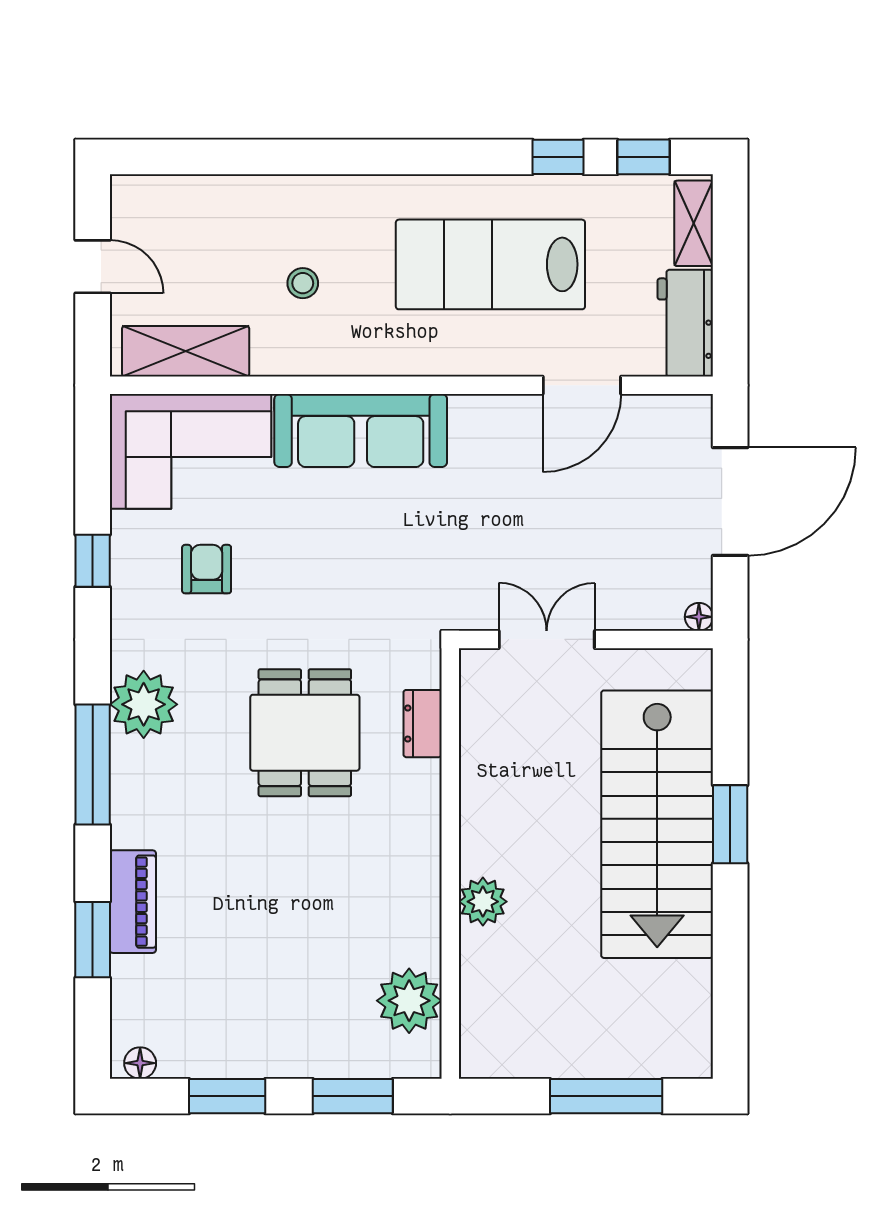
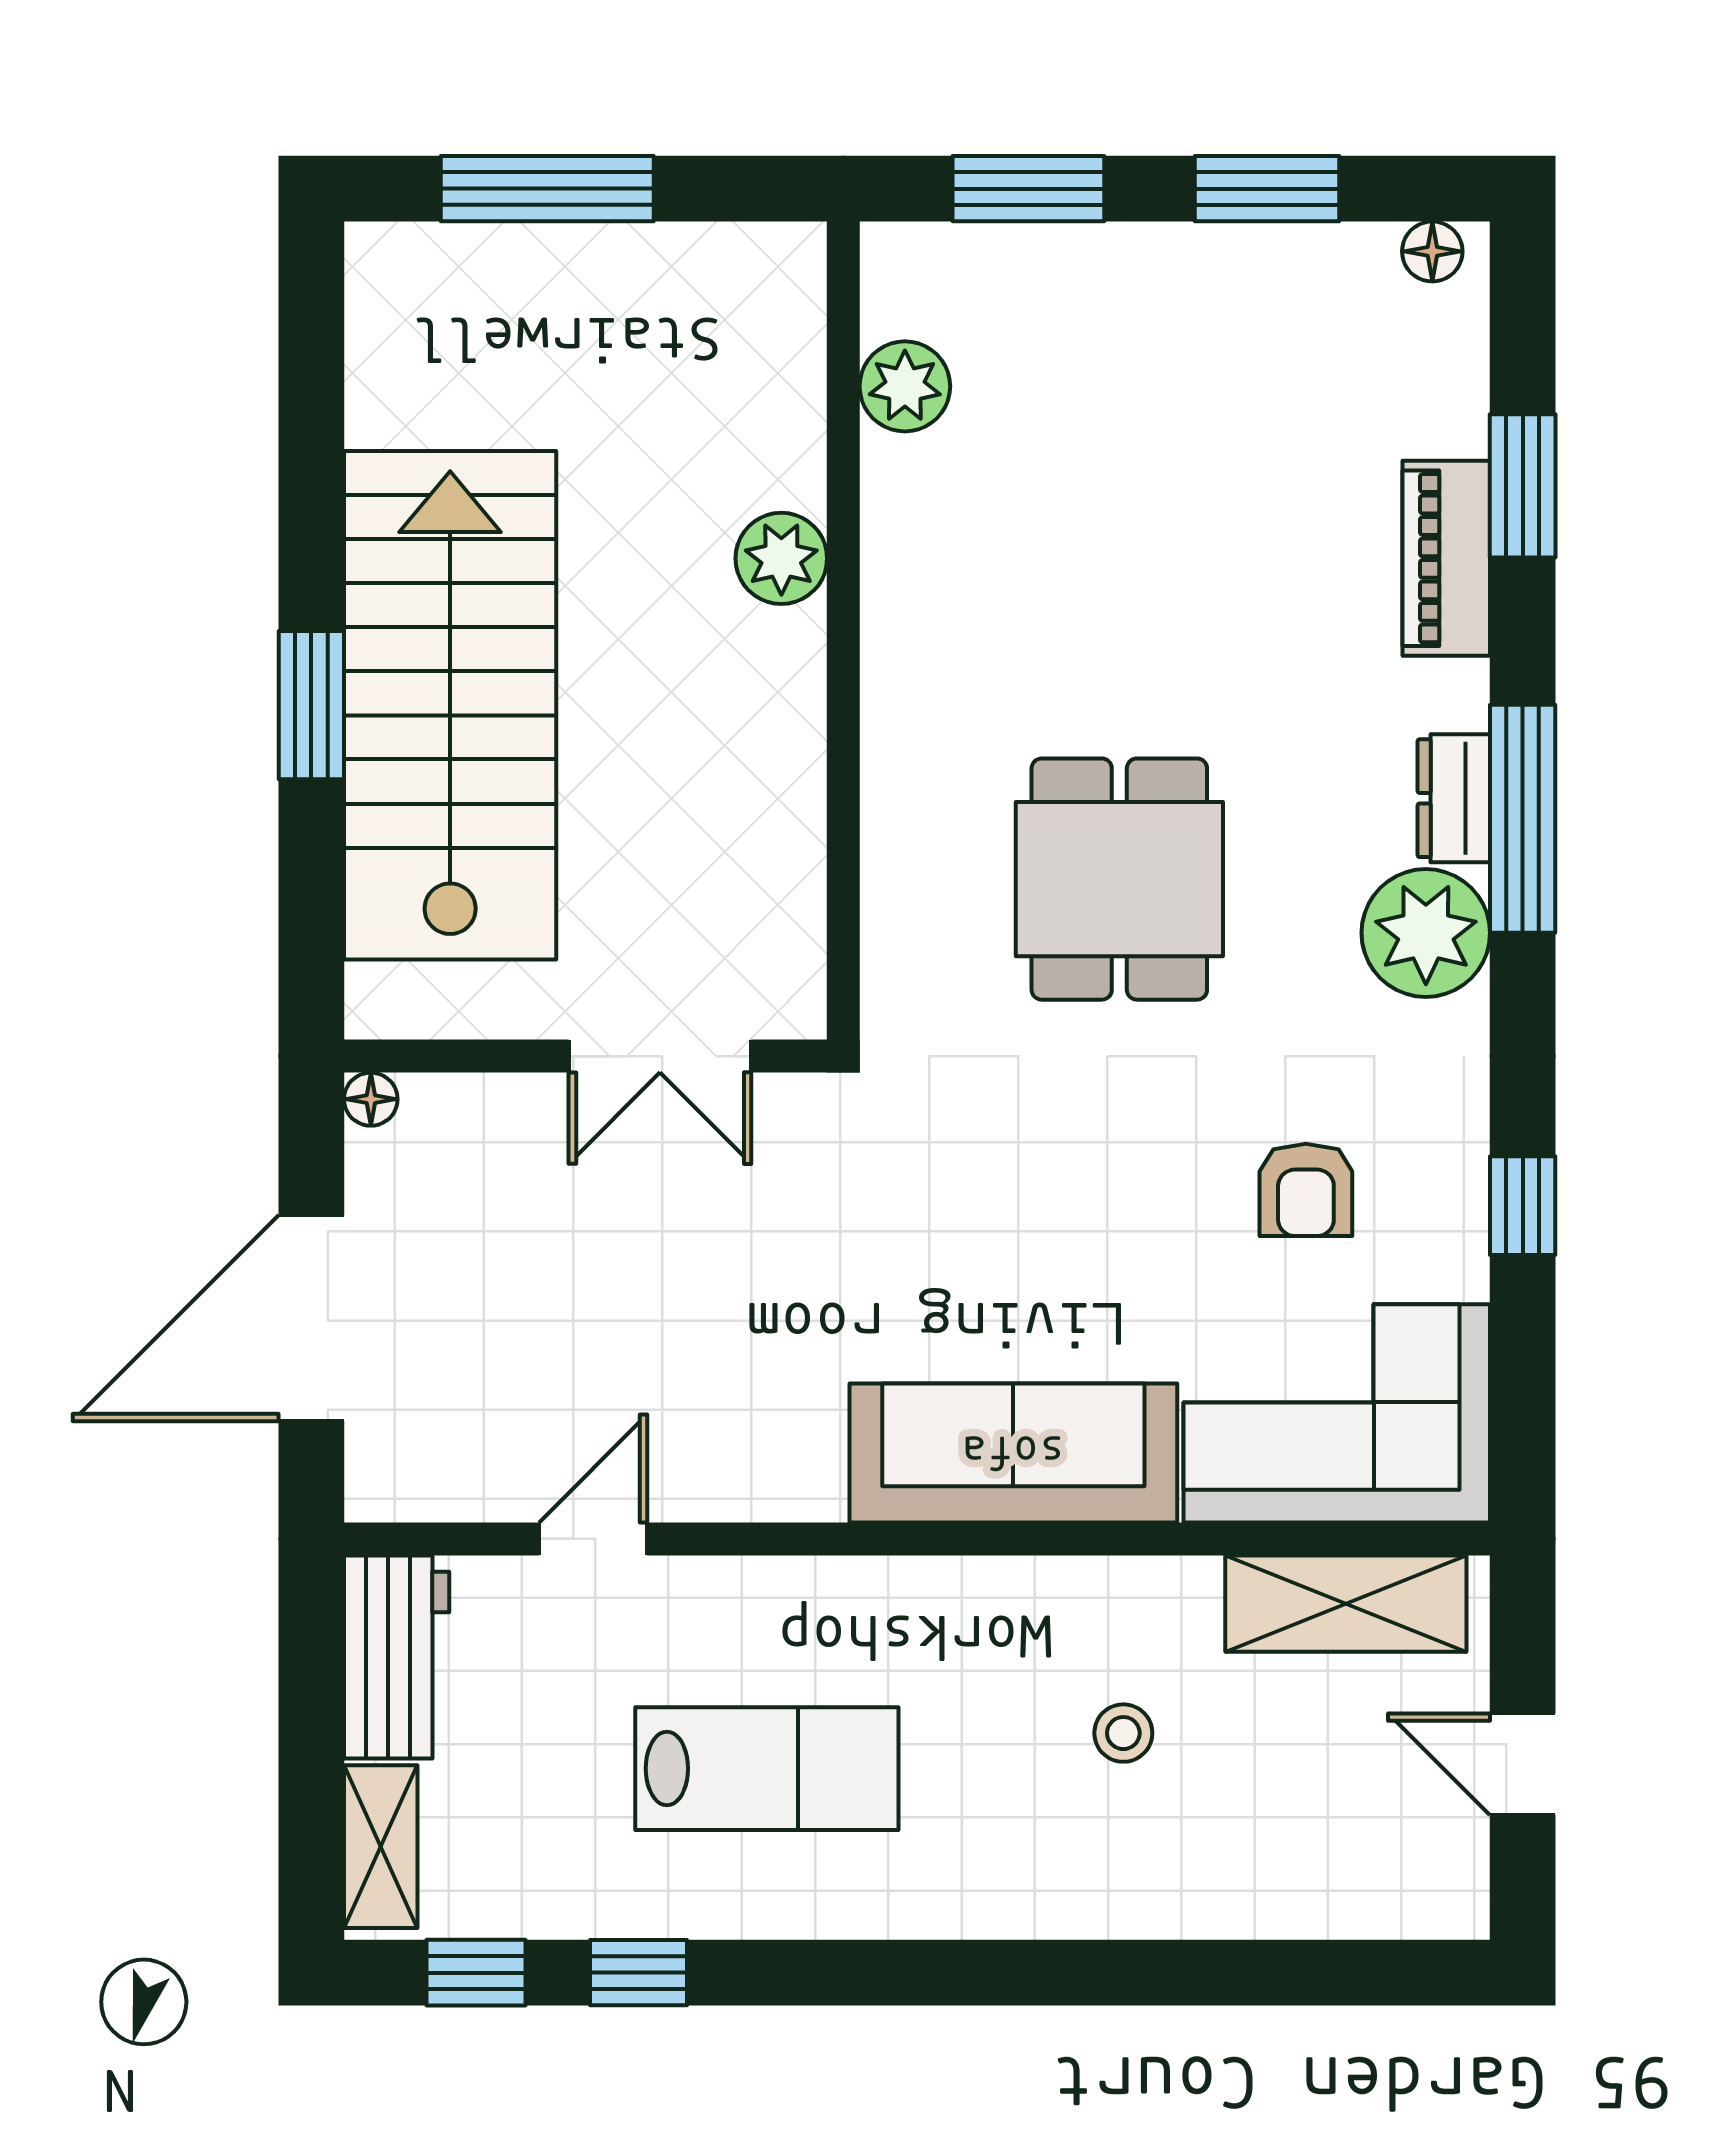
lab bench: (490, 264) -> (767, 1769), width x0.73, depth x0.72
door: (582, 385) -> (593, 1539), width x0.73
dresser: (423, 724) -> (1454, 798), moved, turned 180
plant: (409, 1001) -> (905, 386), width x0.73, depth x0.73

